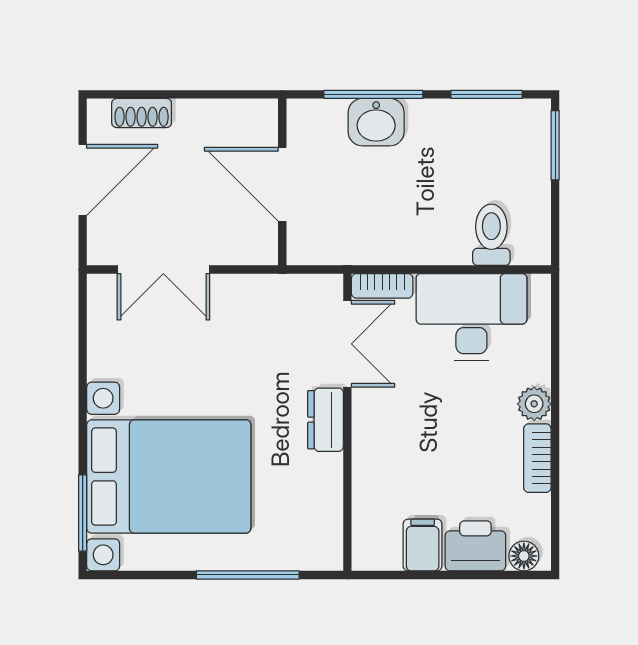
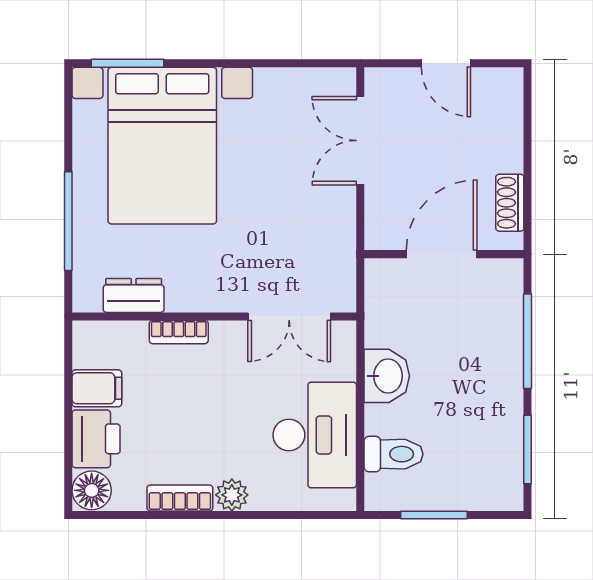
shoe rack: (142, 113) -> (510, 203), moved
washbasin: (376, 122) -> (387, 376), moved, turned 180
window: (555, 145) -> (434, 515), moved
door: (83, 180) -> (446, 63), width x0.73
bookcase: (382, 286) -> (179, 332), moved, turned -90
dresser: (326, 420) -> (134, 295), moved
floor lamp: (524, 556) -> (92, 490), width x1.37, depth x1.37

